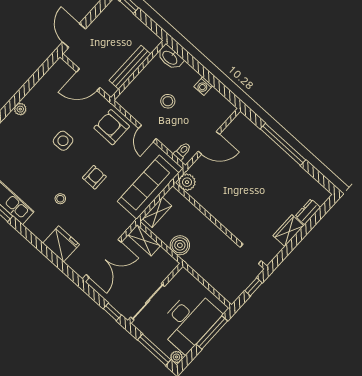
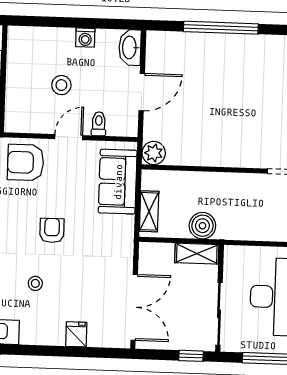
washbasin: (170, 57) -> (130, 47), moved, turned 90
door: (147, 133) -> (69, 137), swing flipped
toilet: (182, 151) -> (99, 124), moved
sofa: (148, 187) -> (118, 182), width x0.73
shelving: (144, 240) -> (197, 254), moved
fridge: (61, 244) -> (76, 334), width x0.53, depth x0.75

